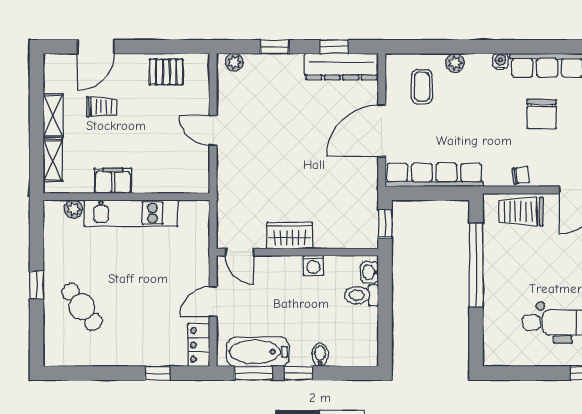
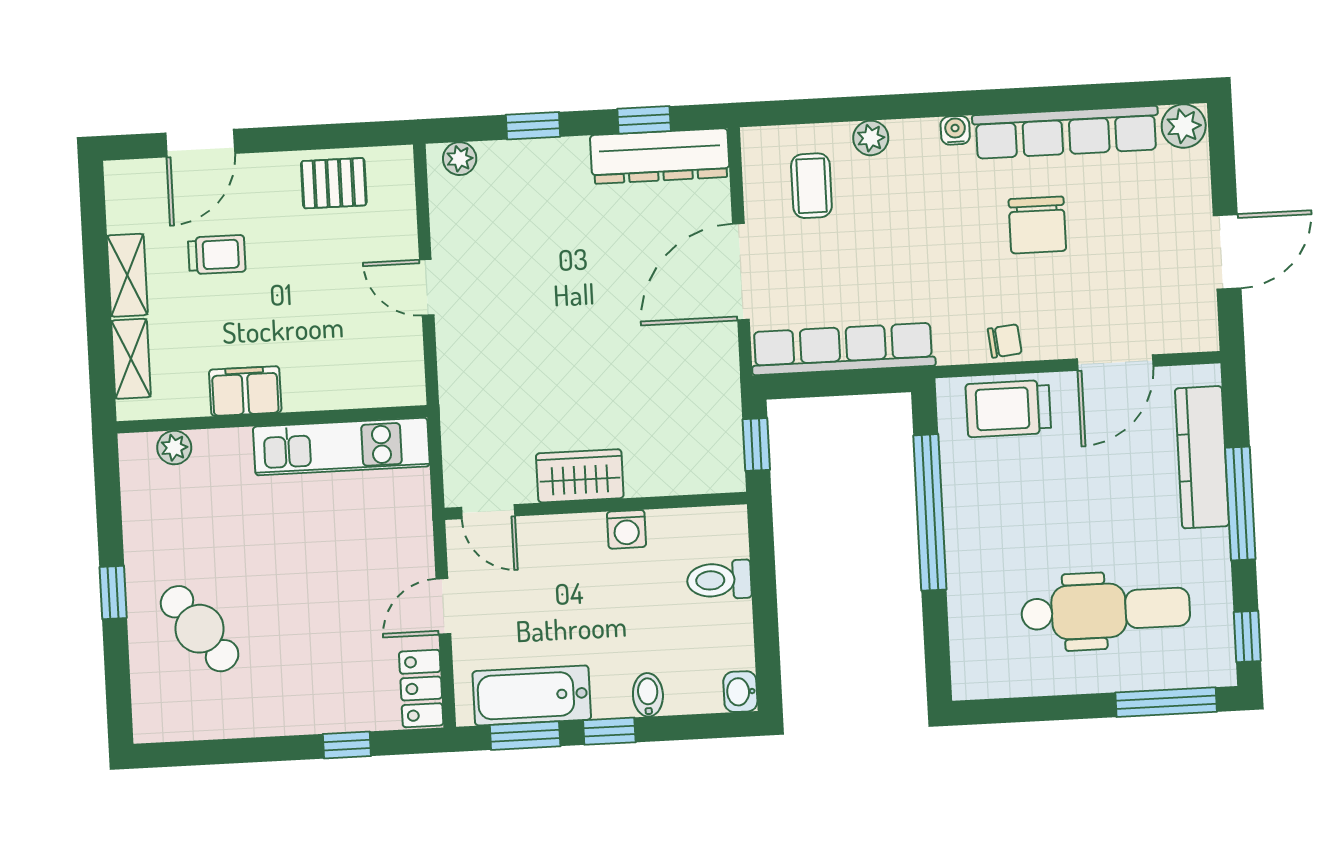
kitchen unit: (131, 213) -> (341, 447), moved
washbasin: (370, 272) -> (740, 692), moved

